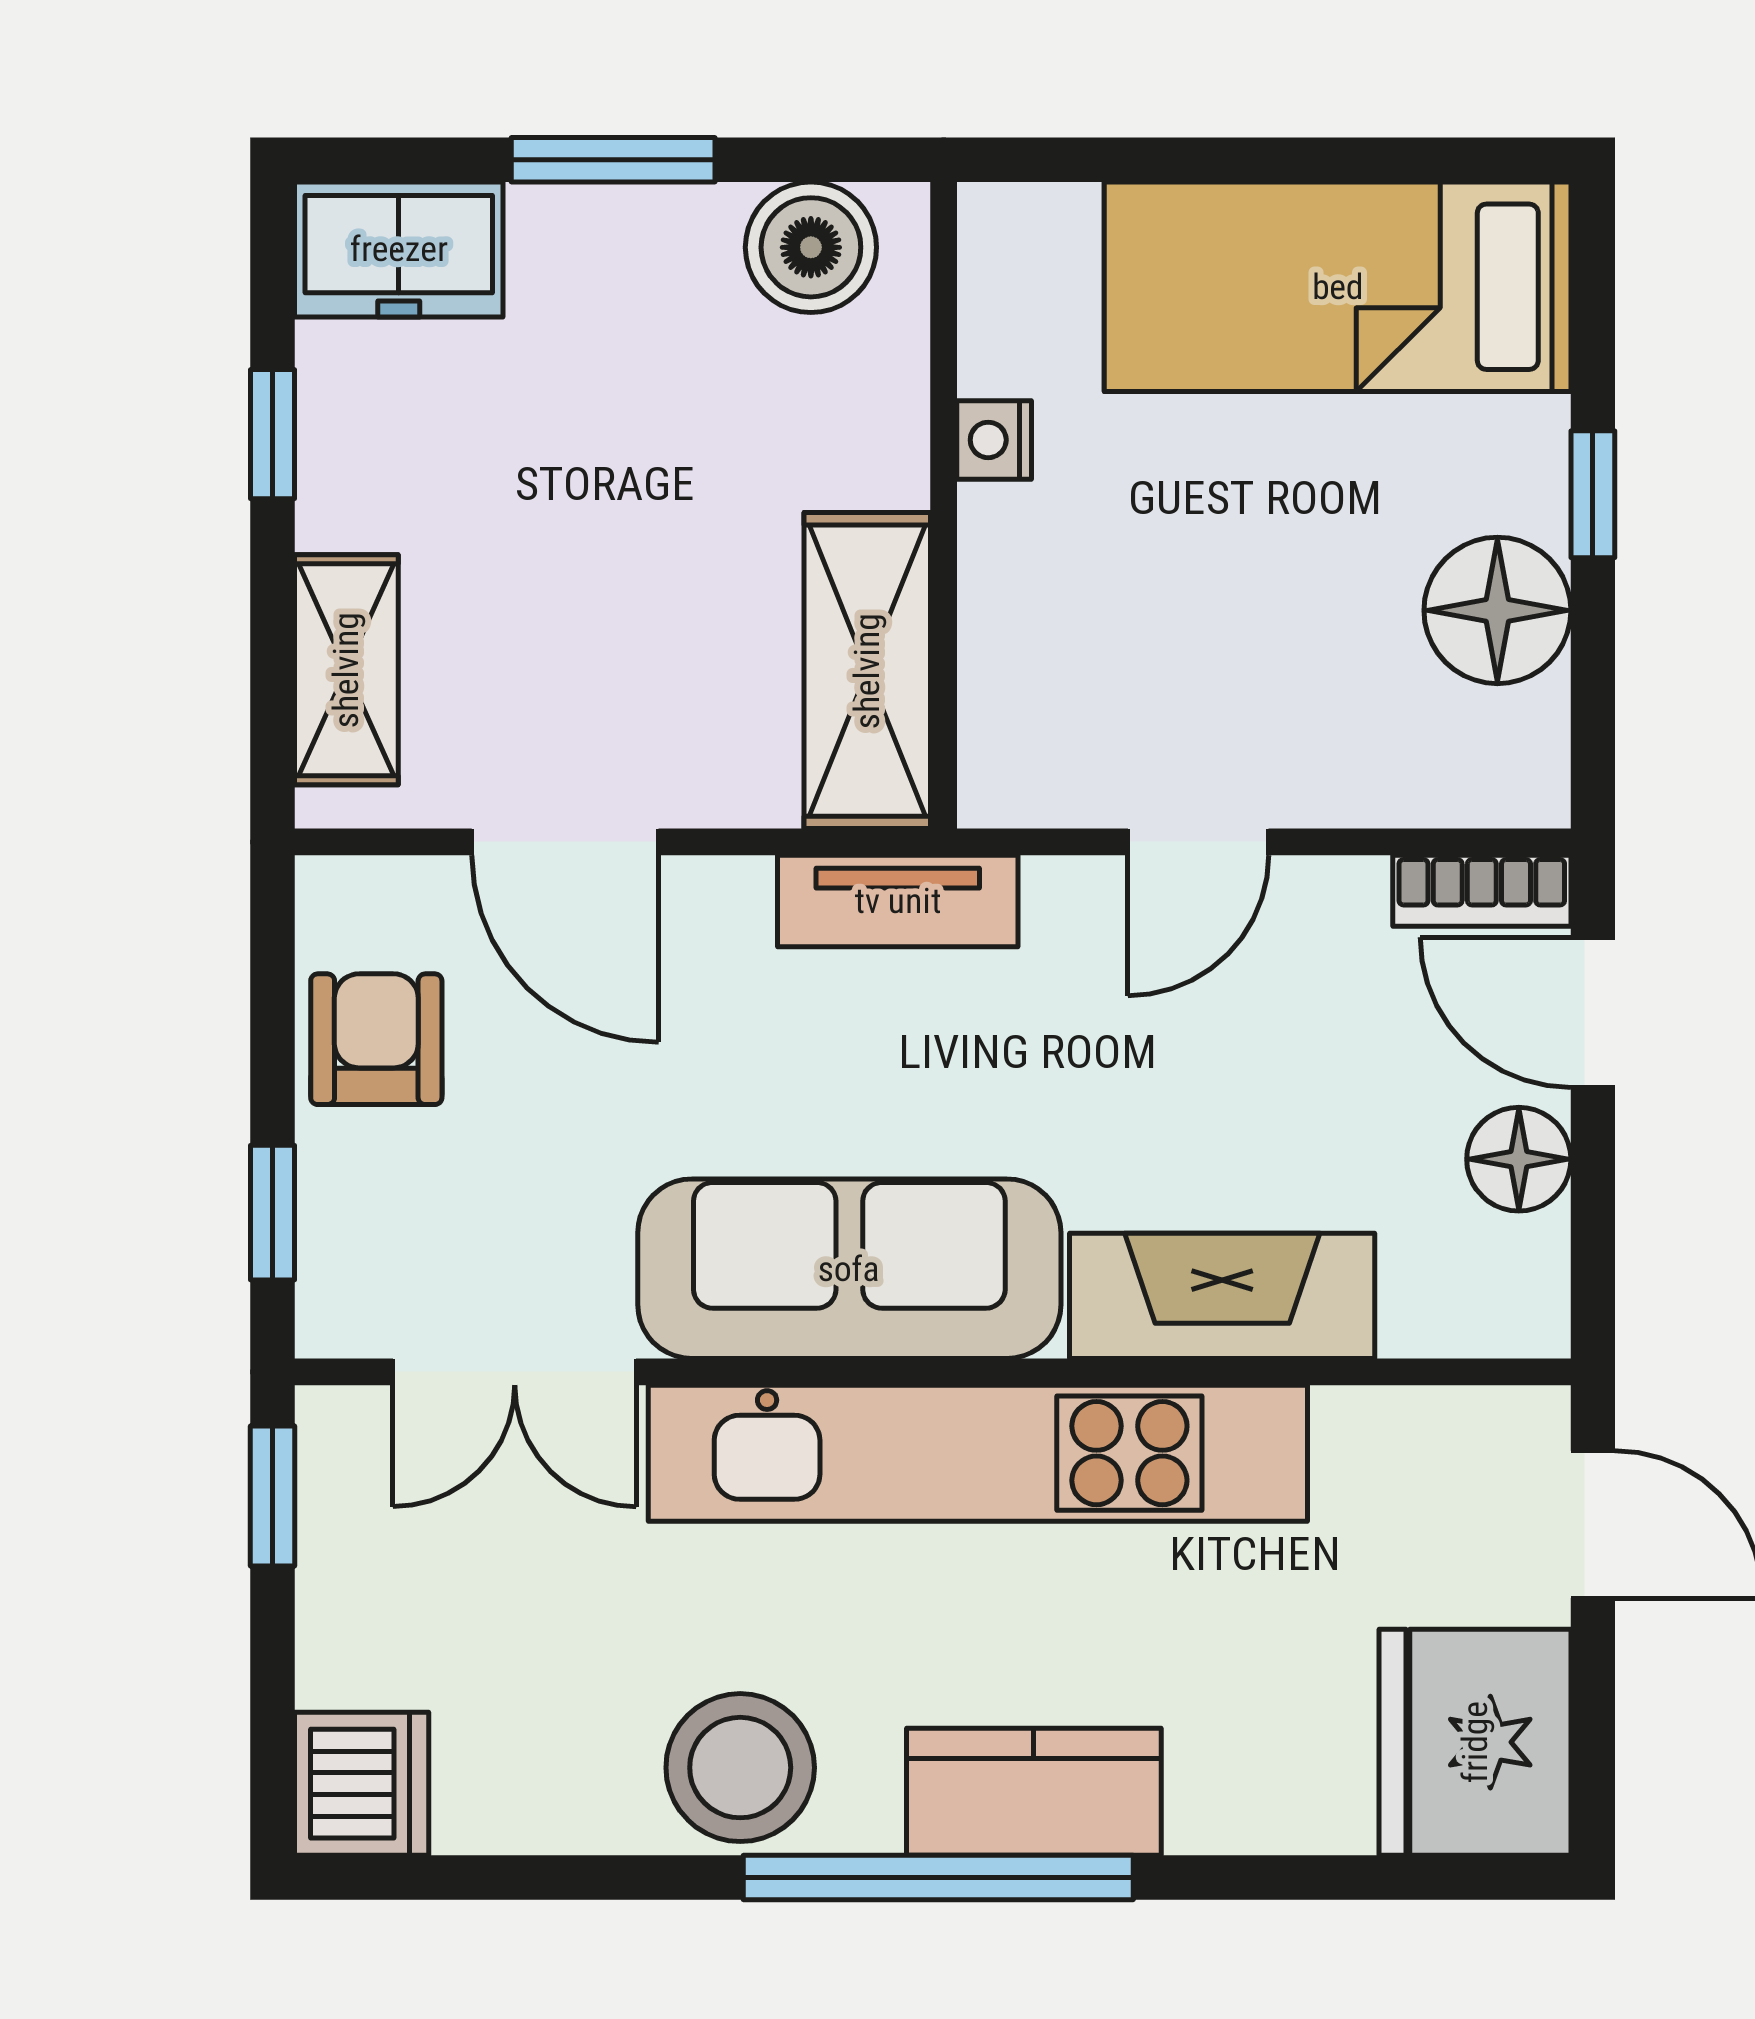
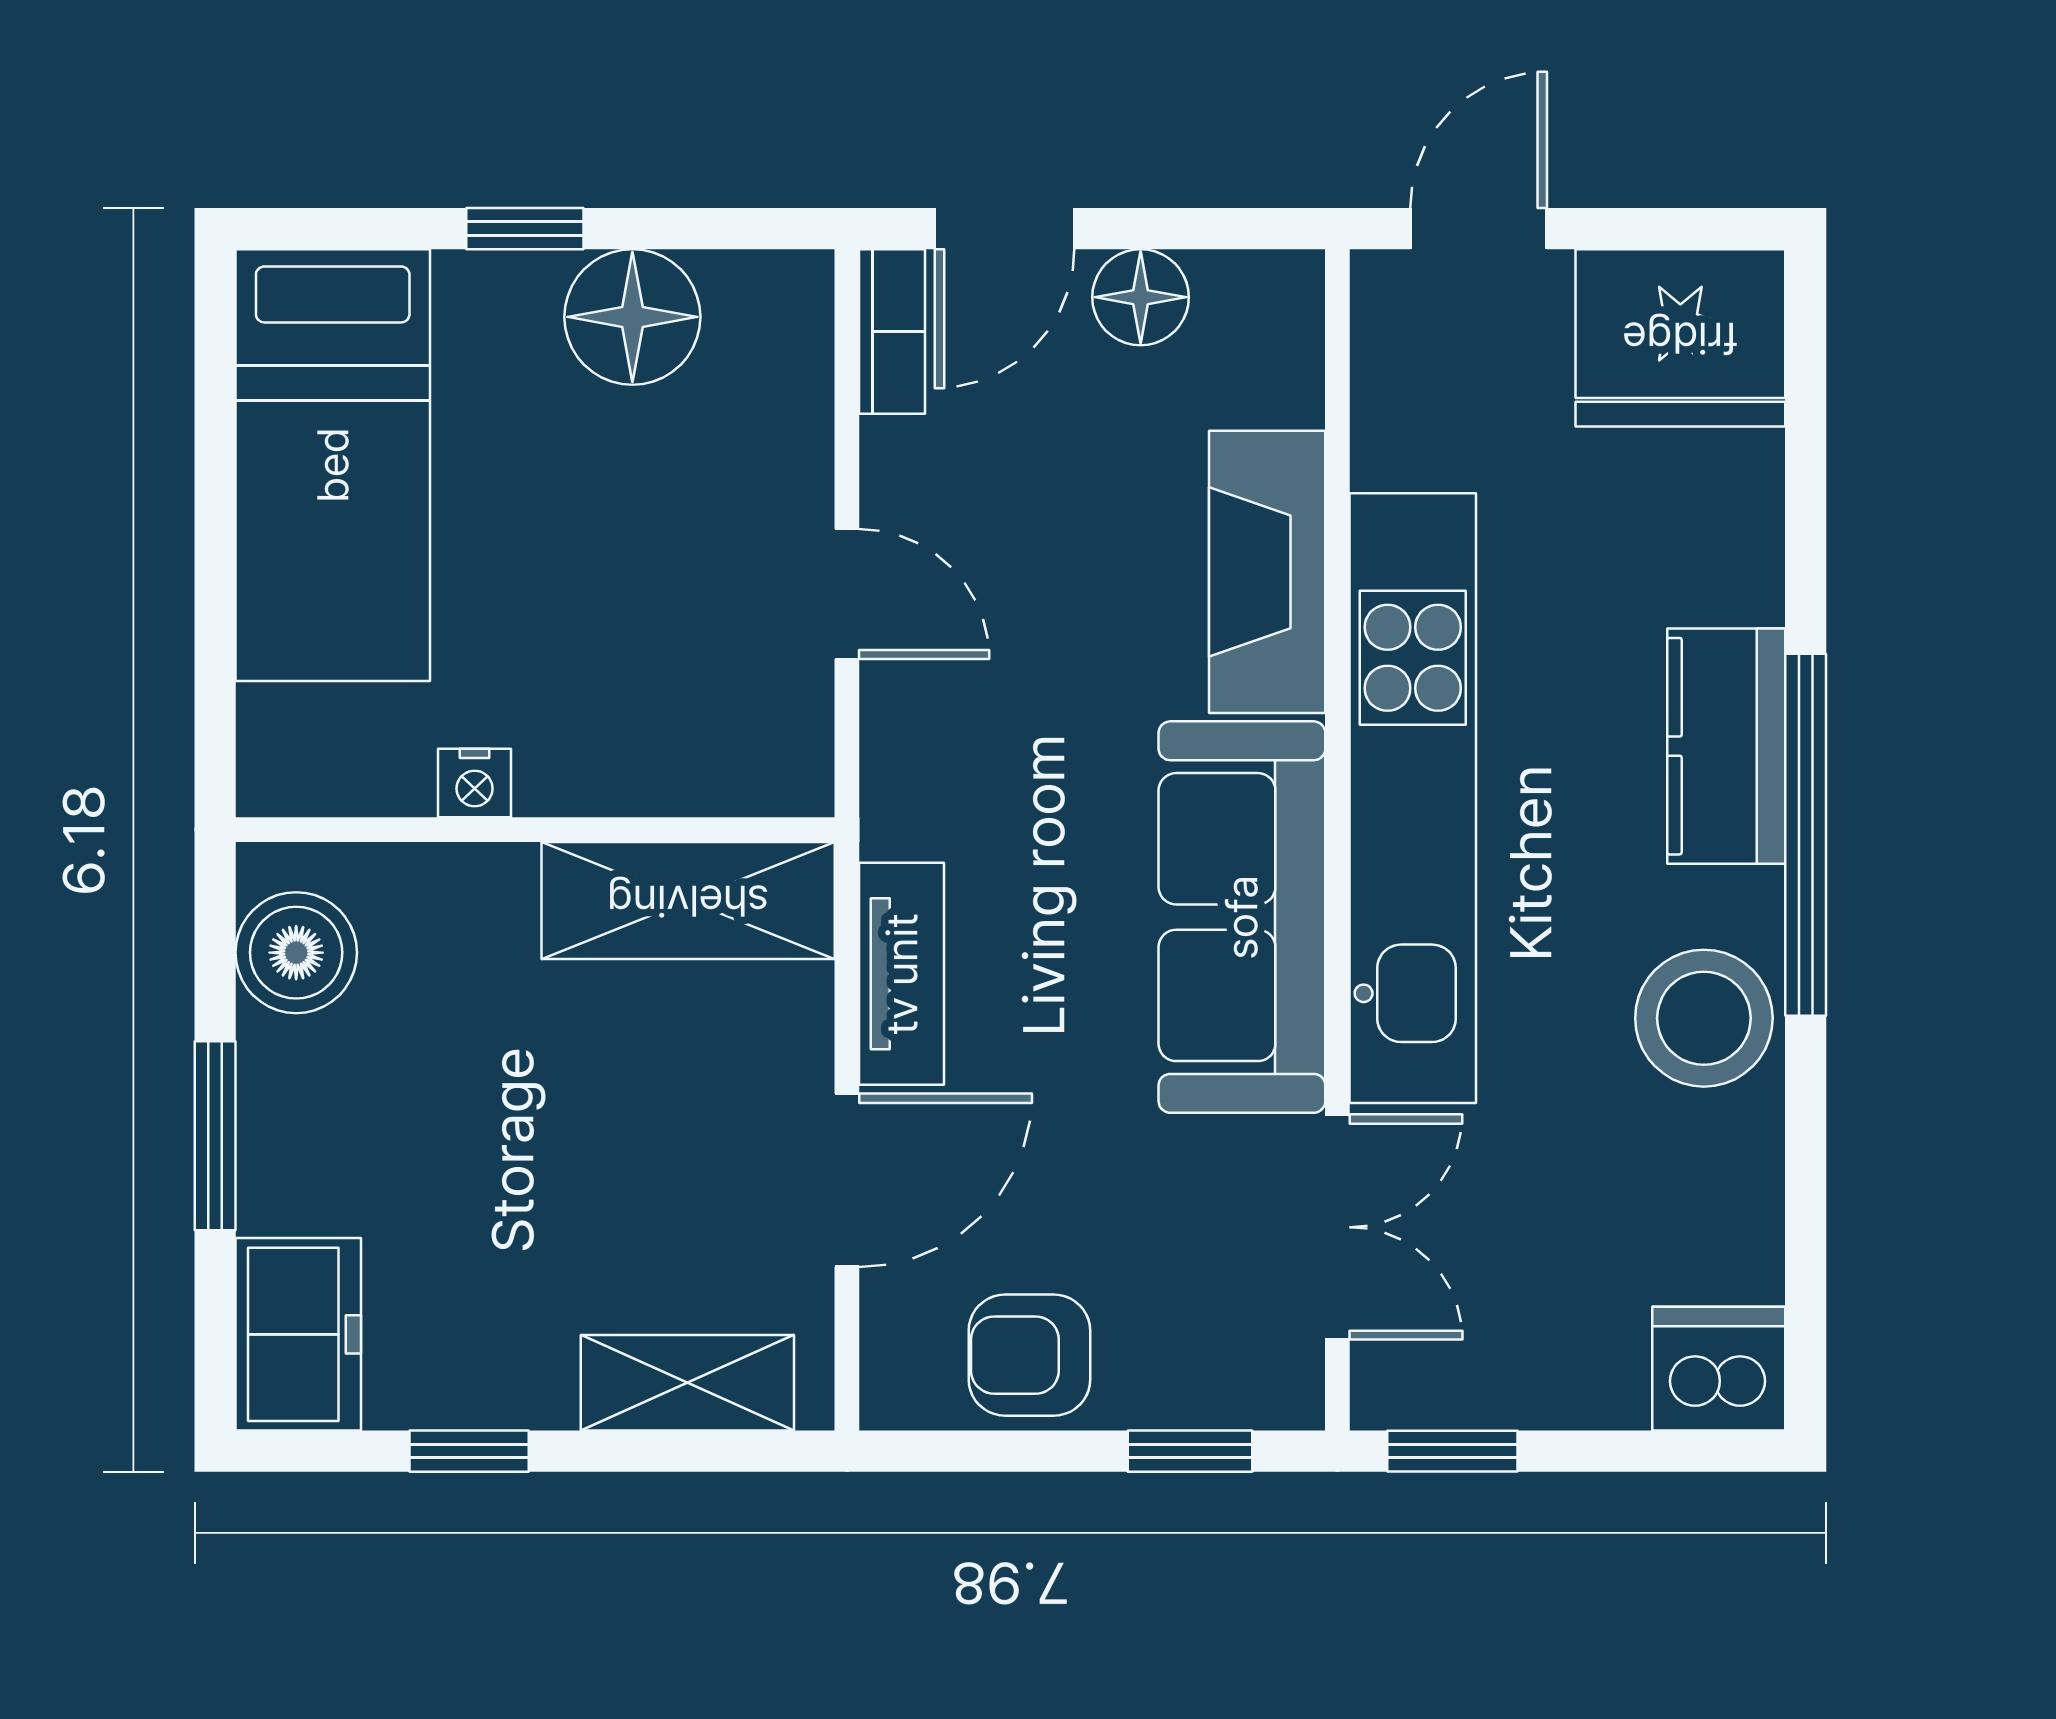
tv unit: (898, 901) -> (902, 974), moved

